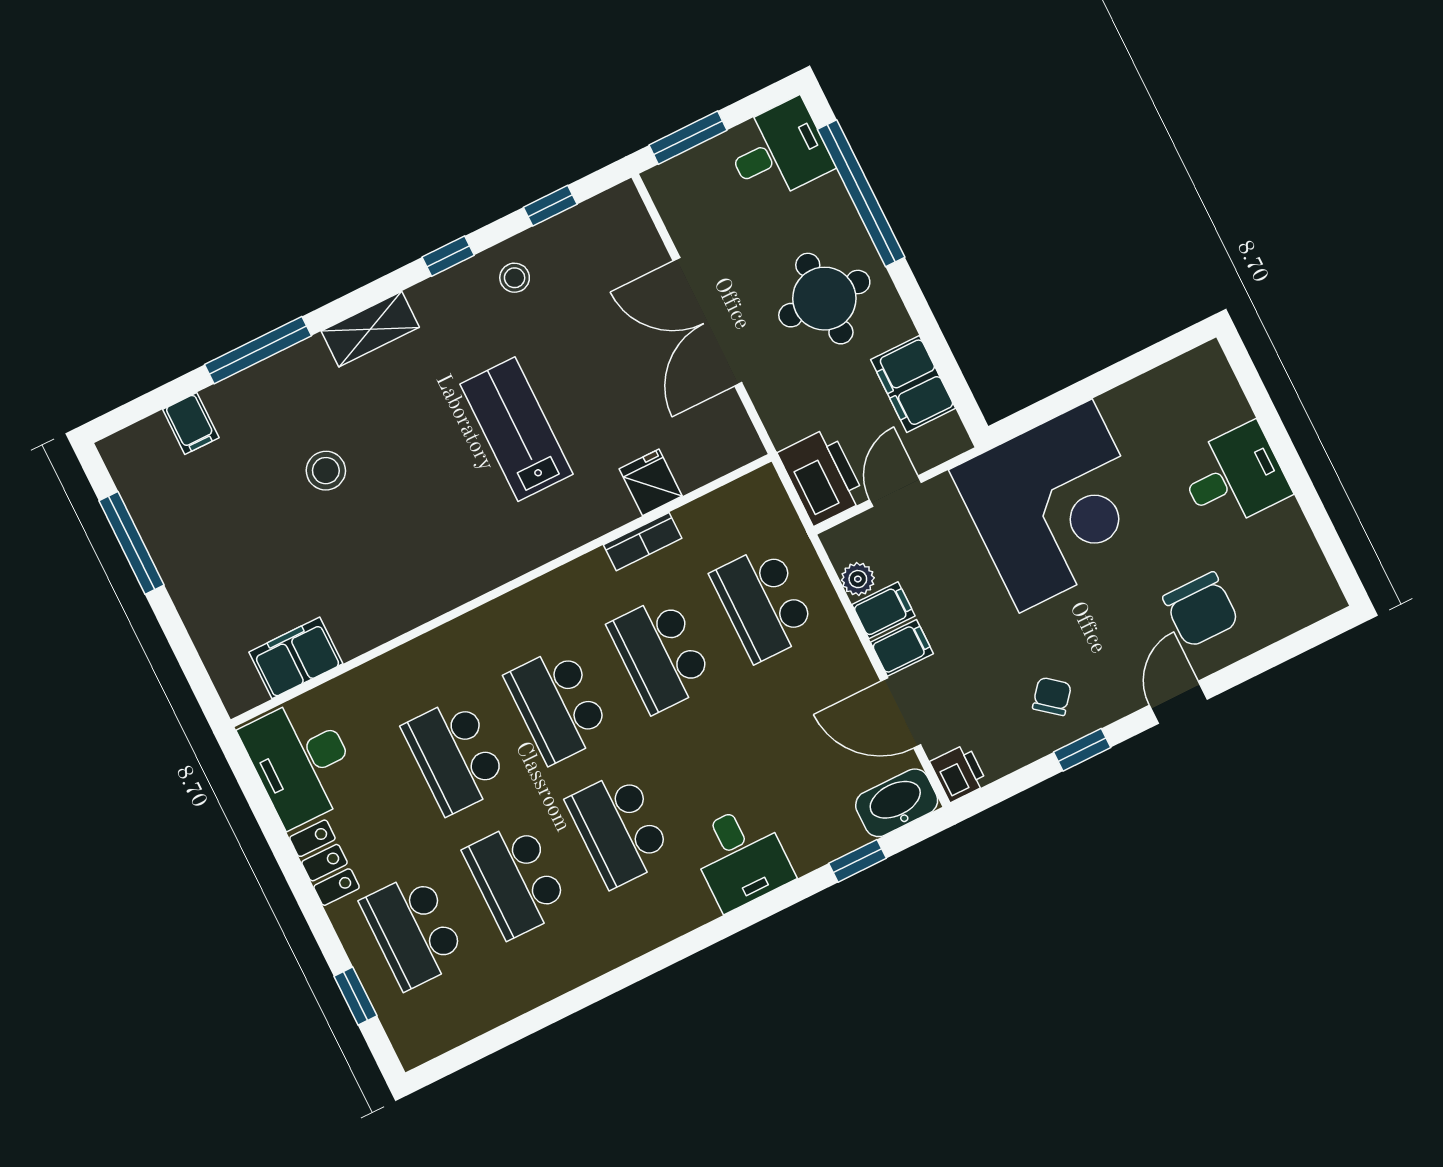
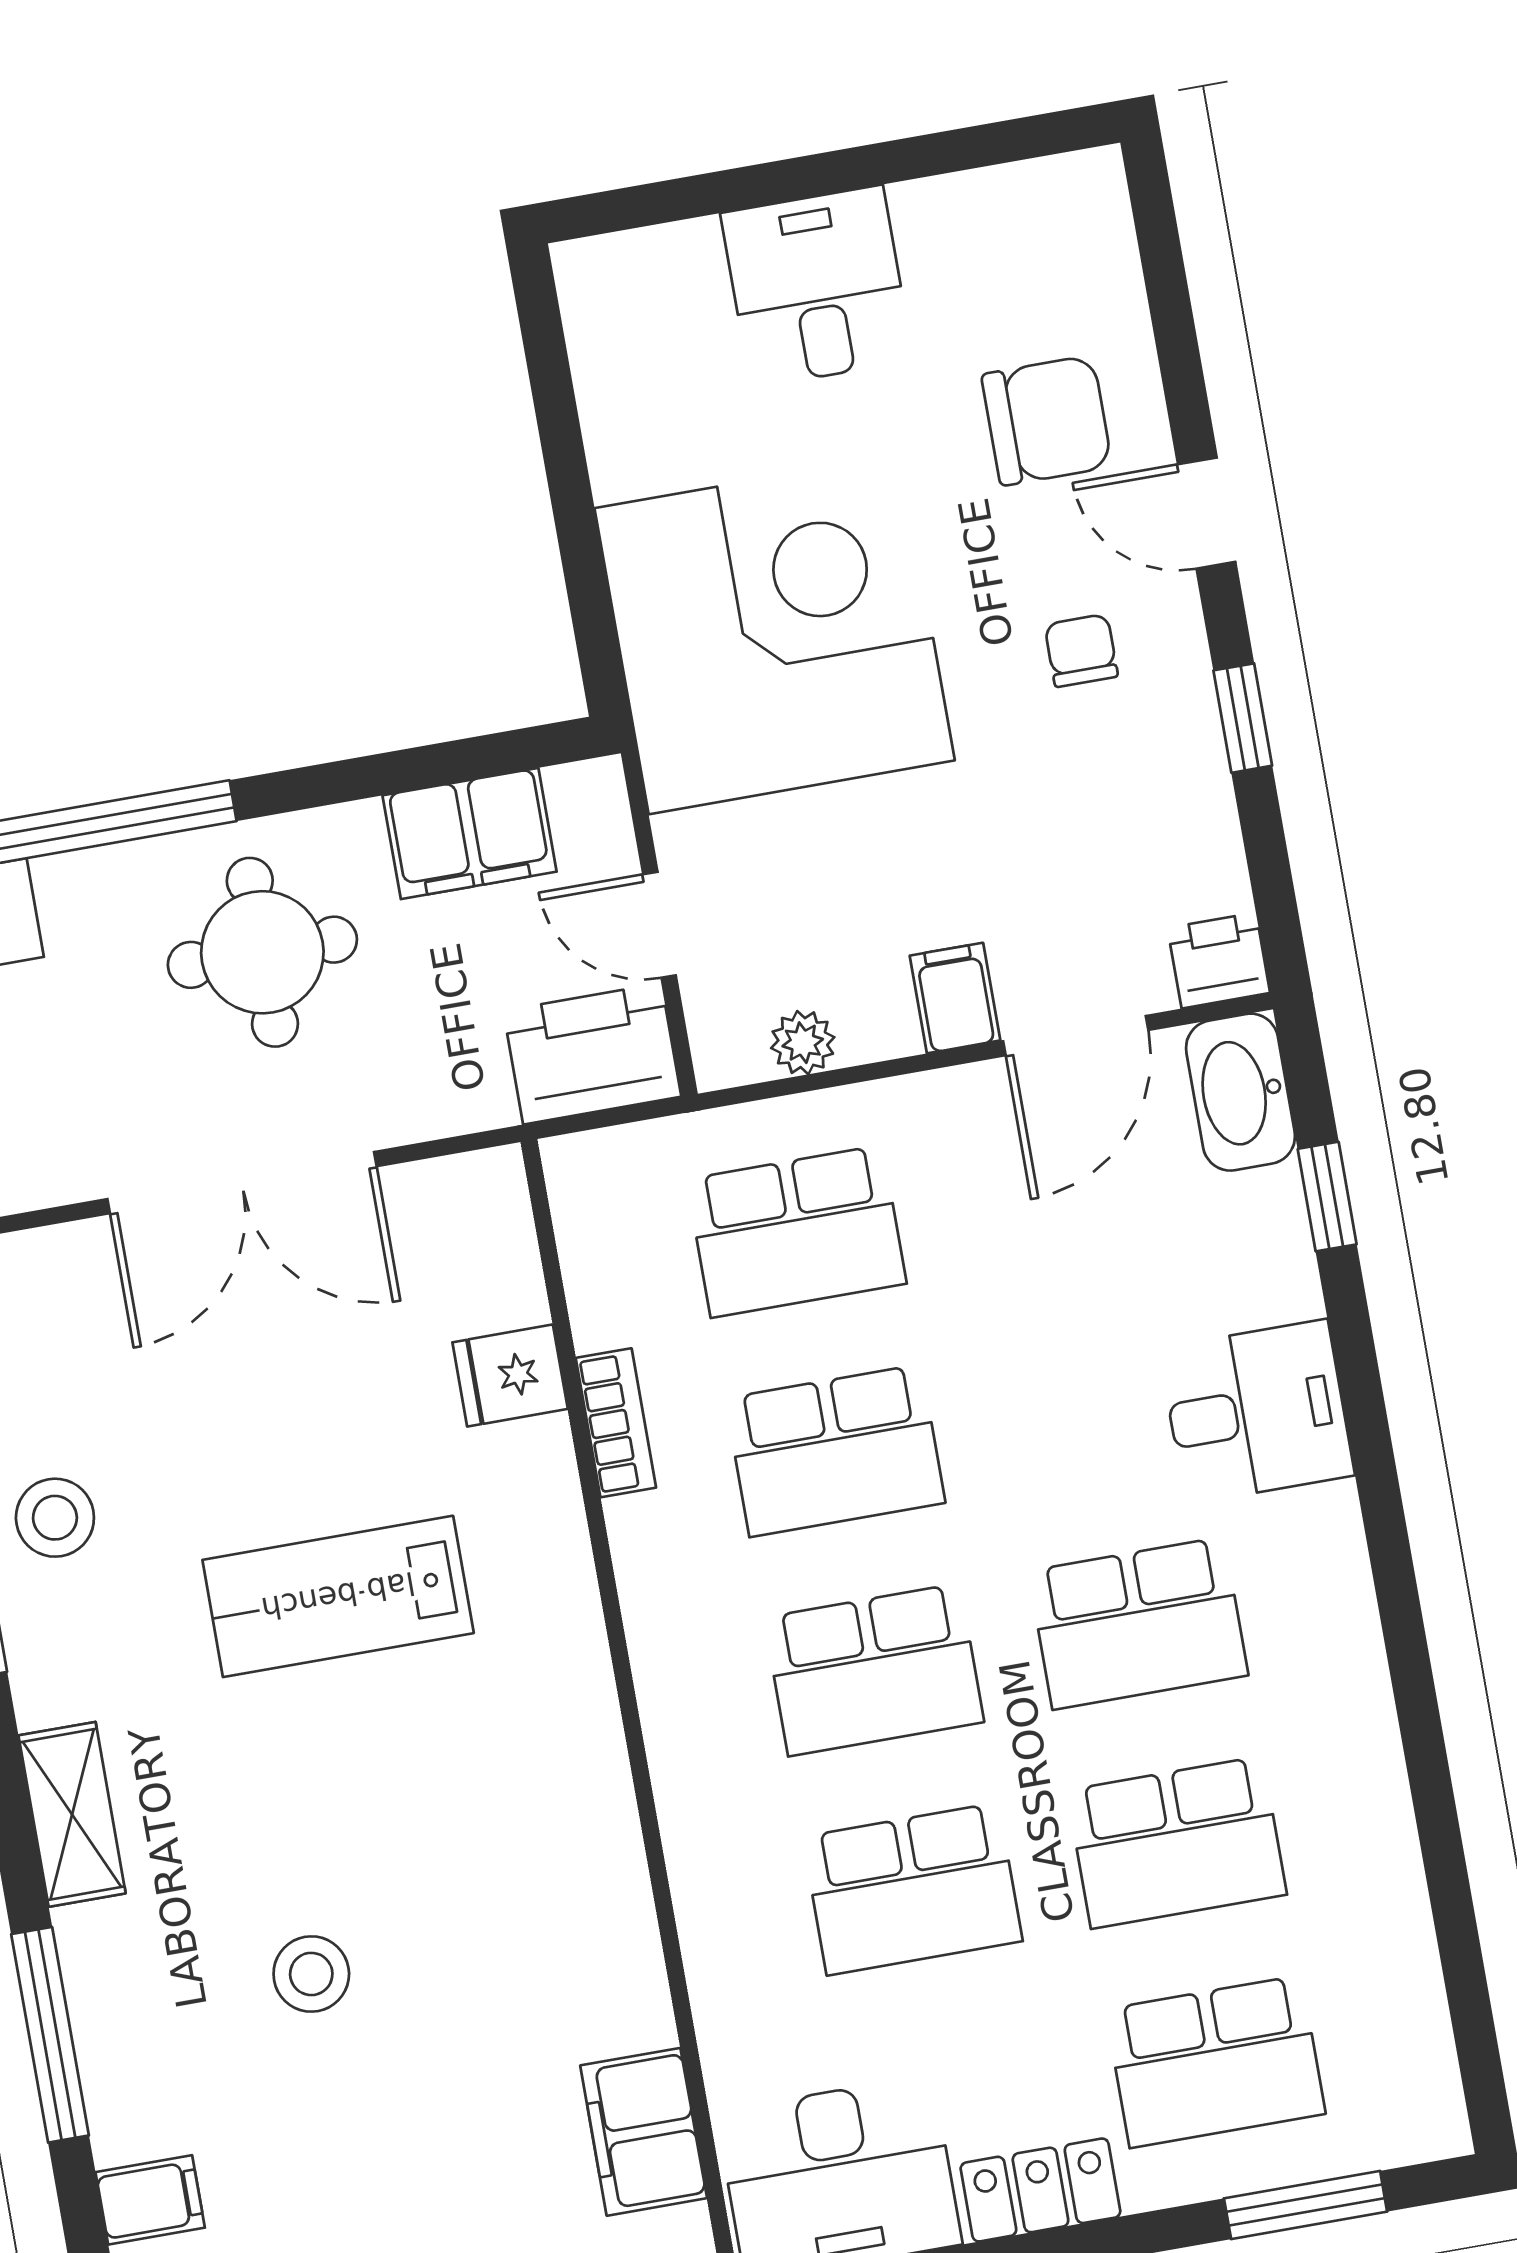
stool: (515, 278) -> (55, 1518), width x1.37, depth x1.37
filing cabinet: (883, 610) -> (875, 1012), removed
chair: (1052, 696) -> (1081, 651), moved, turned 51
window: (355, 996) -> (1306, 2205), width x1.50

